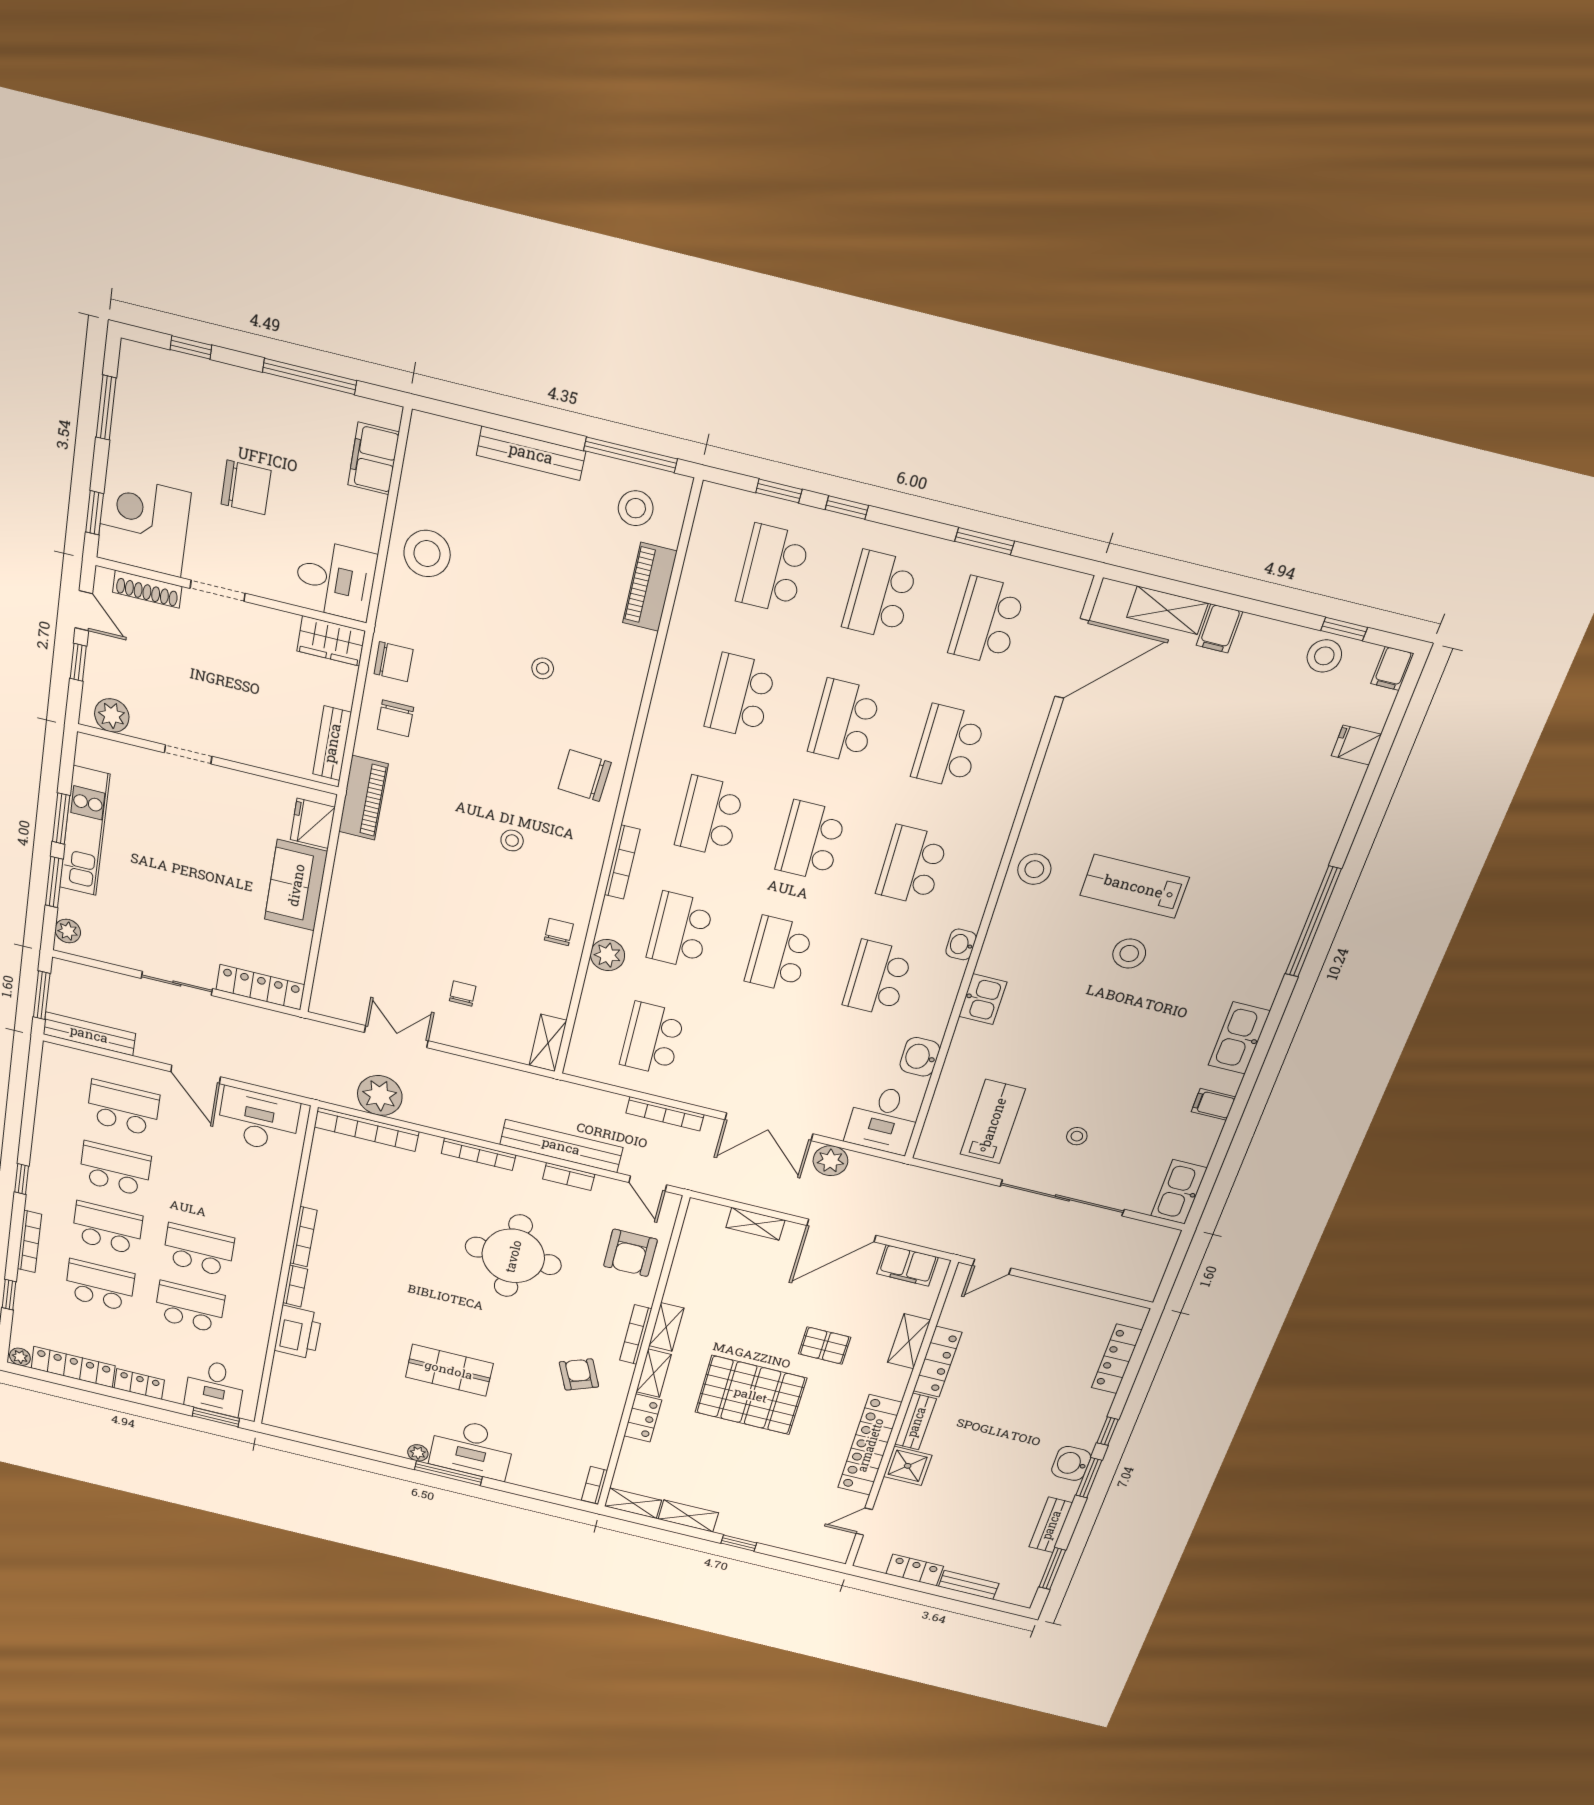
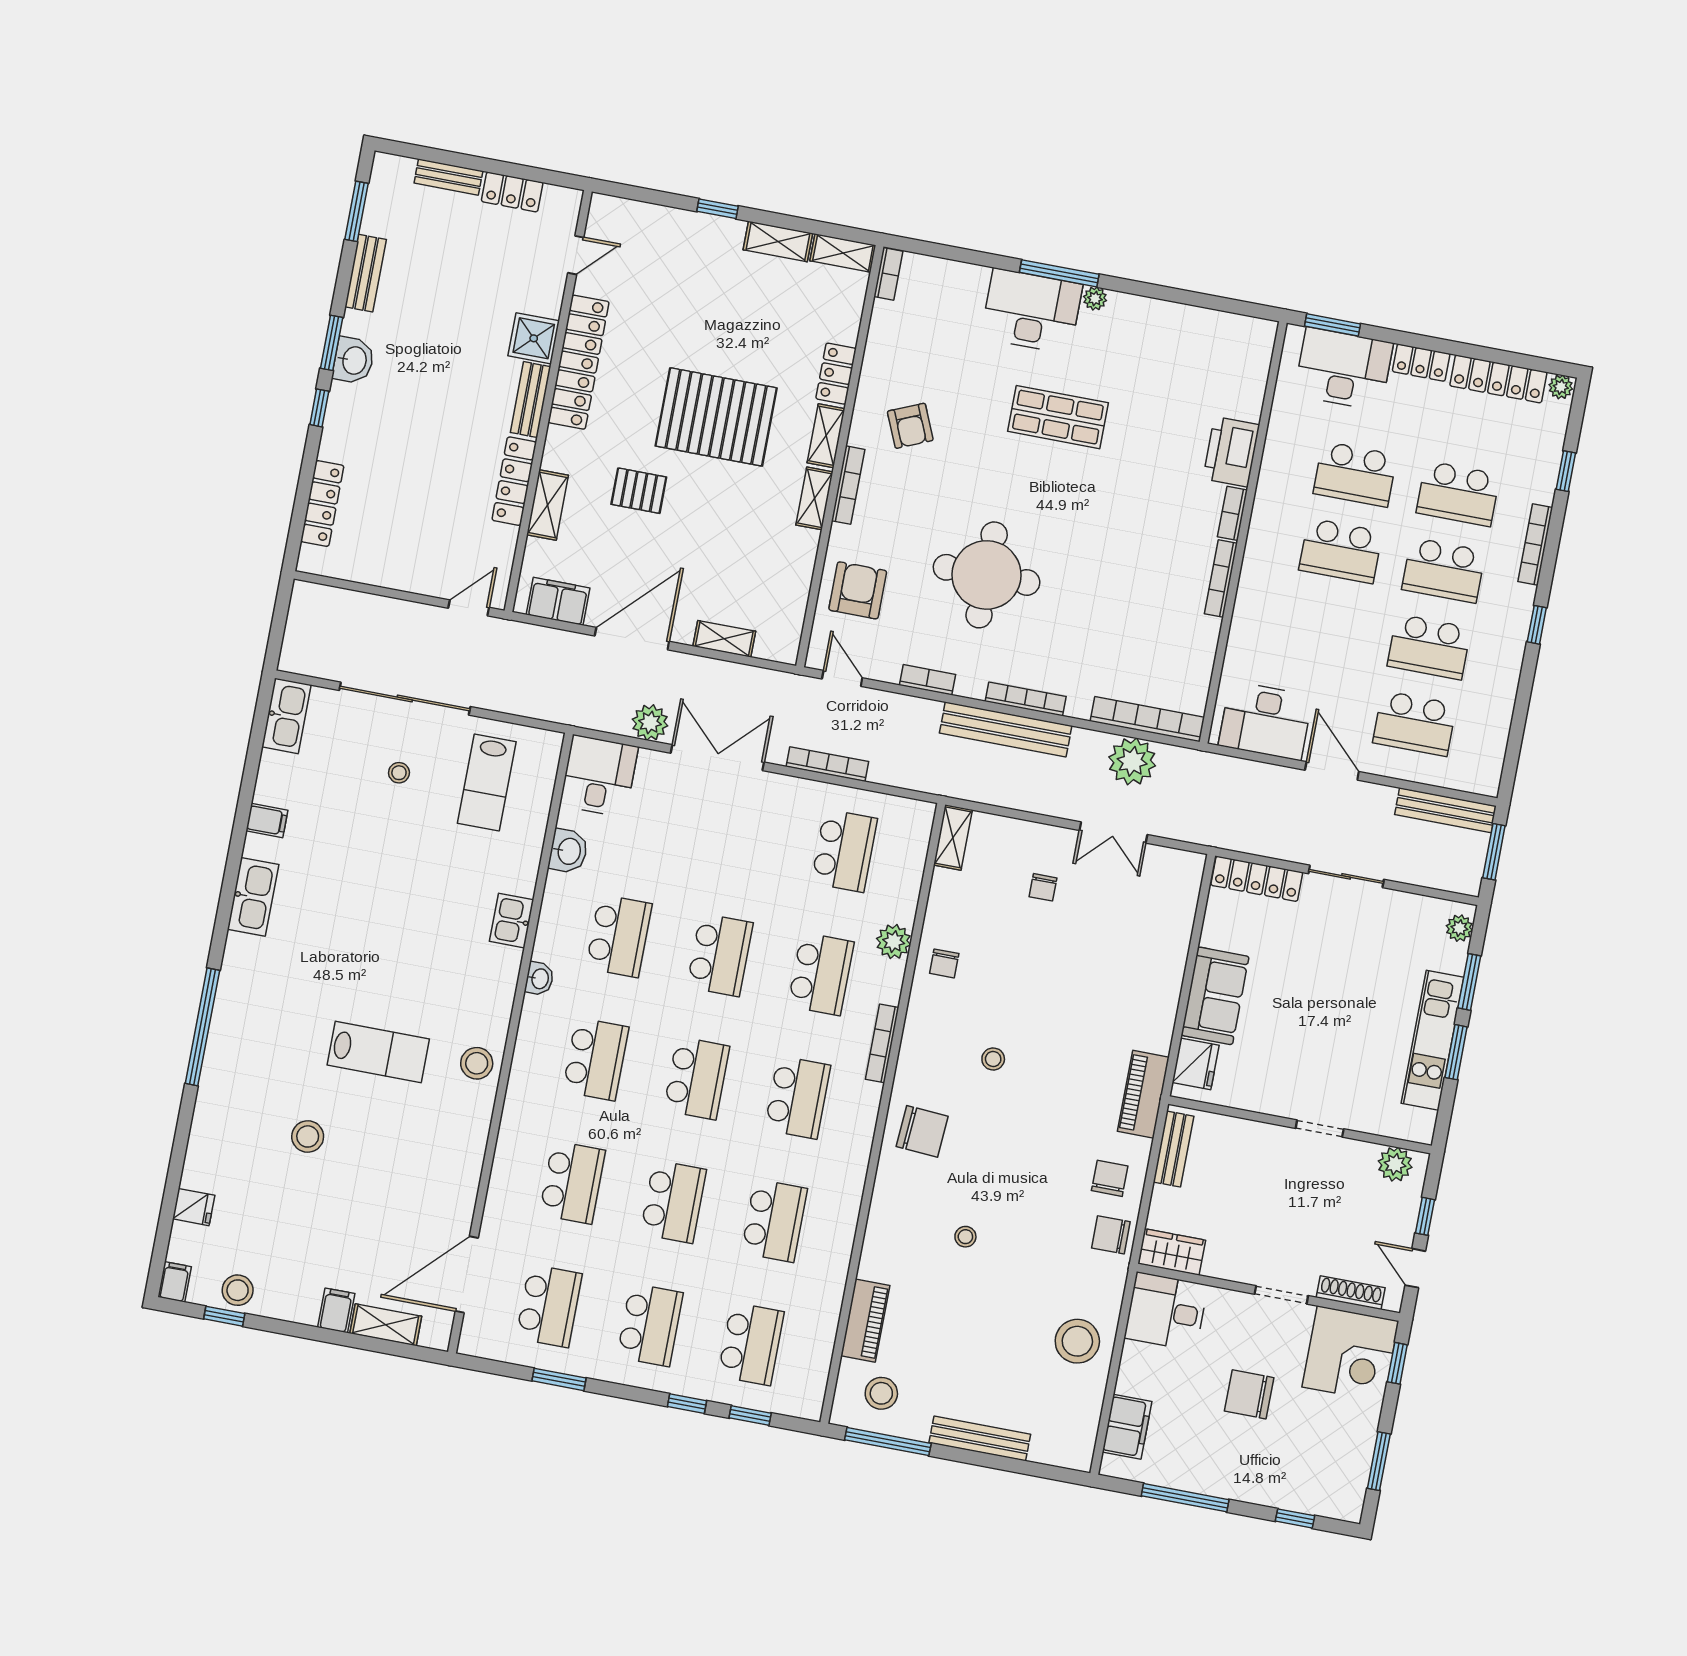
stool: (1129, 953) -> (308, 1136), moved
bench: (561, 1146) -> (1006, 729), moved
desk: (215, 1387) -> (1344, 369), width x1.37

